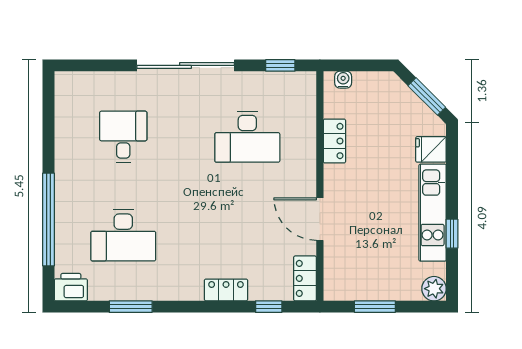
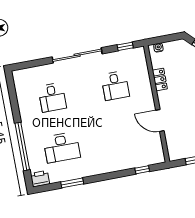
desk: (123, 137) -> (52, 97), turned 180
desk: (247, 137) -> (115, 86), width x0.73
locker: (305, 278) -> (158, 152), removed
locker: (226, 290) -> (119, 165), removed

